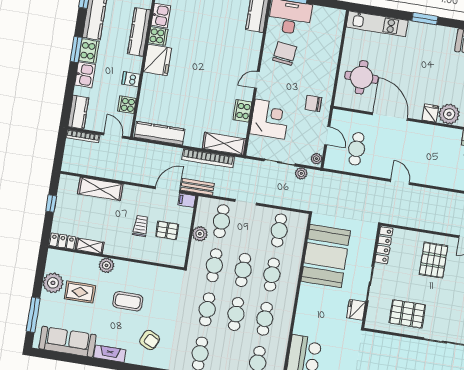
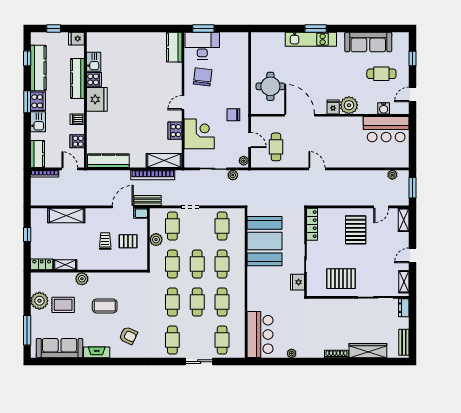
kitchen unit: (377, 24) -> (311, 39), moved

